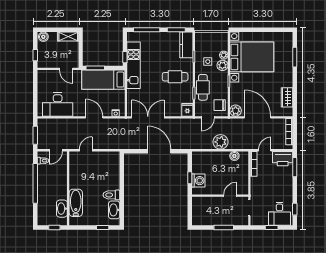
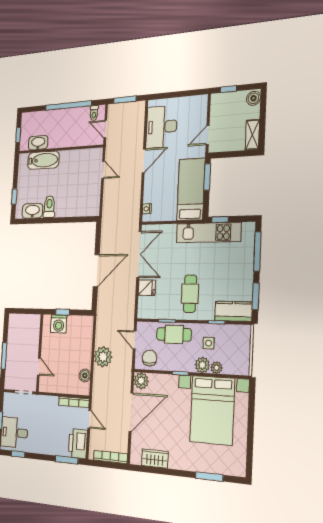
fridge: (187, 110) -> (147, 288), moved
door: (94, 117) -> (144, 161), moved

